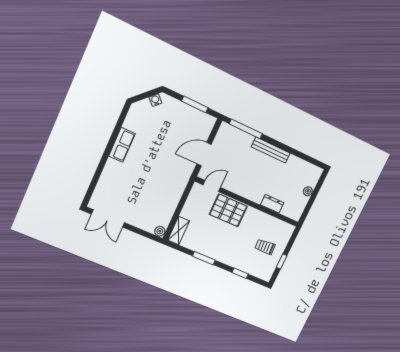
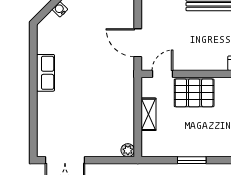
door: (204, 154) -> (138, 43), hinge flipped
shelving: (179, 231) -> (148, 114), moved

